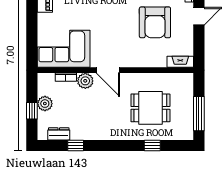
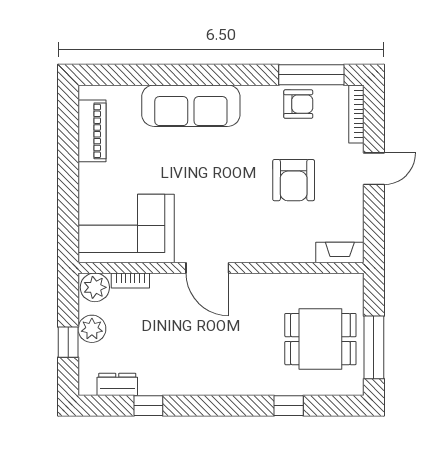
armchair: (155, 22) -> (294, 180), width x0.73, depth x0.73
plant: (85, 81) -> (95, 287), moved
dining table: (150, 108) -> (320, 339), moved

